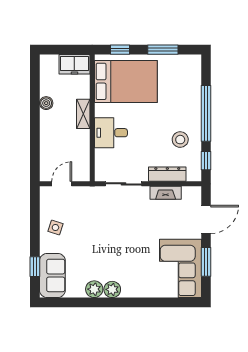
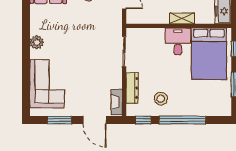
desk: (111, 133) -> (178, 41), moved
fireplace: (166, 193) -> (117, 102), moved
corner sofa: (180, 268) -> (47, 84), moved, turned 90
plant: (94, 289) -> (37, 28), removed

